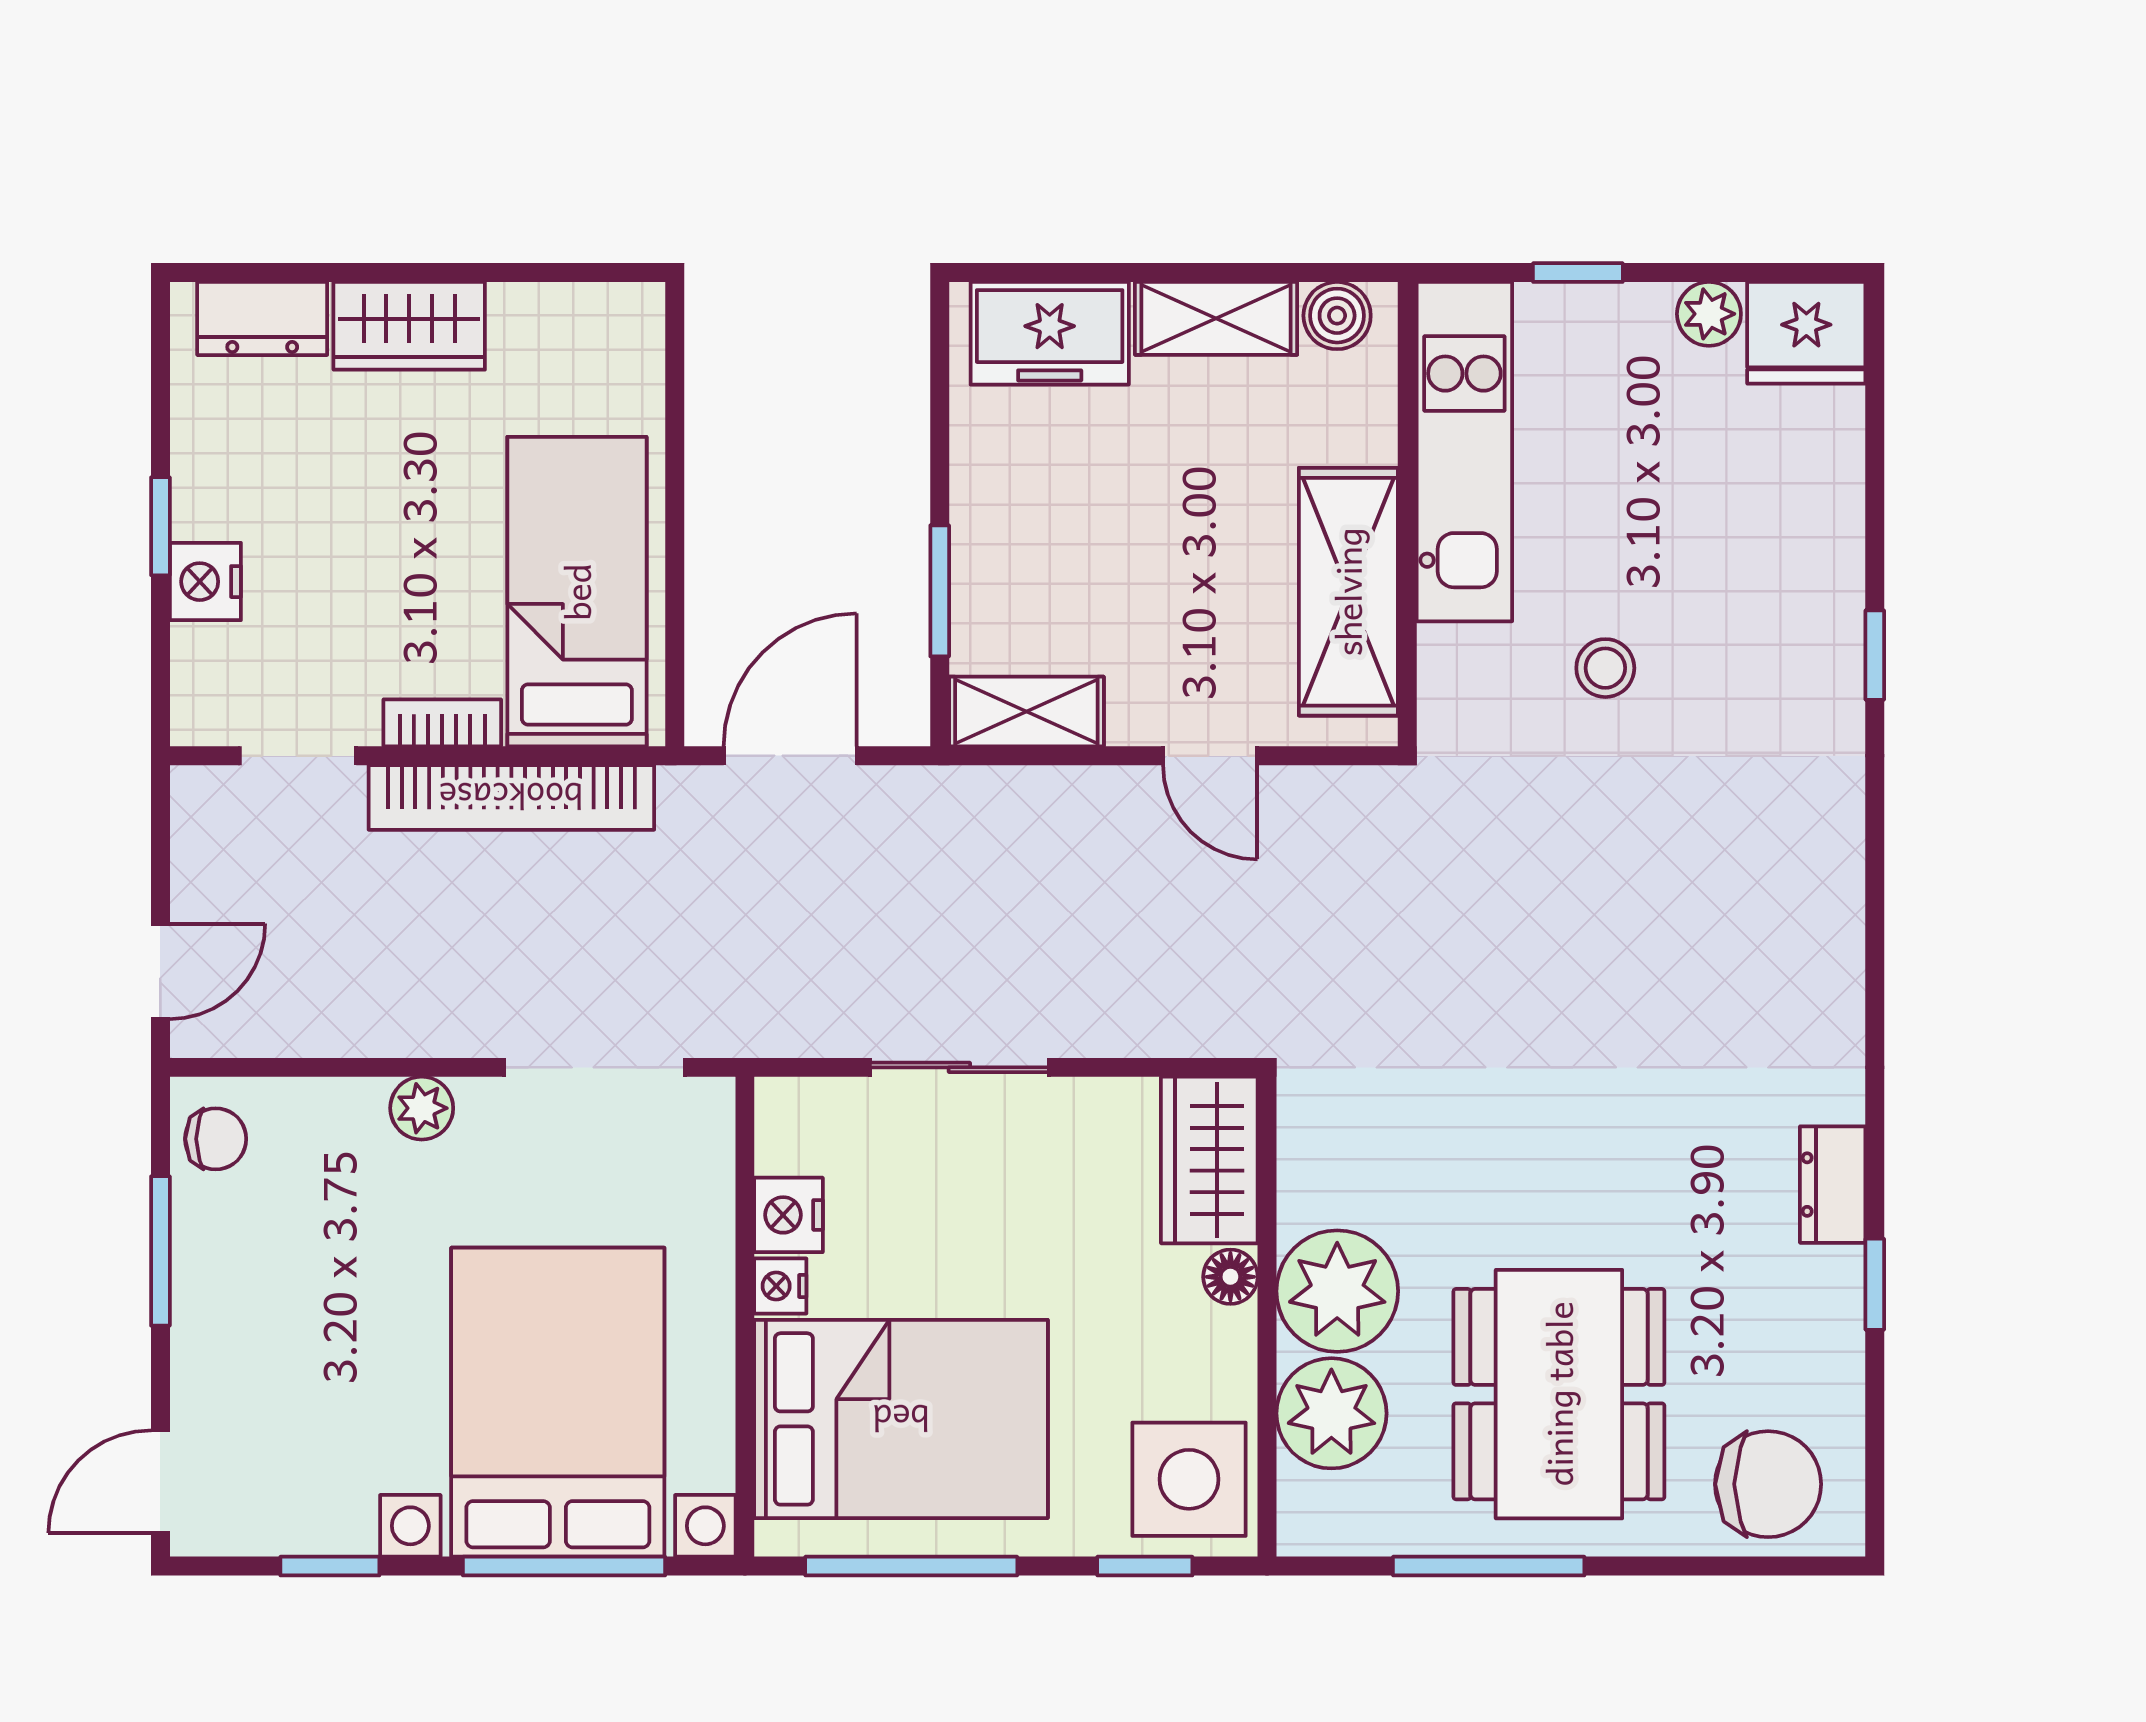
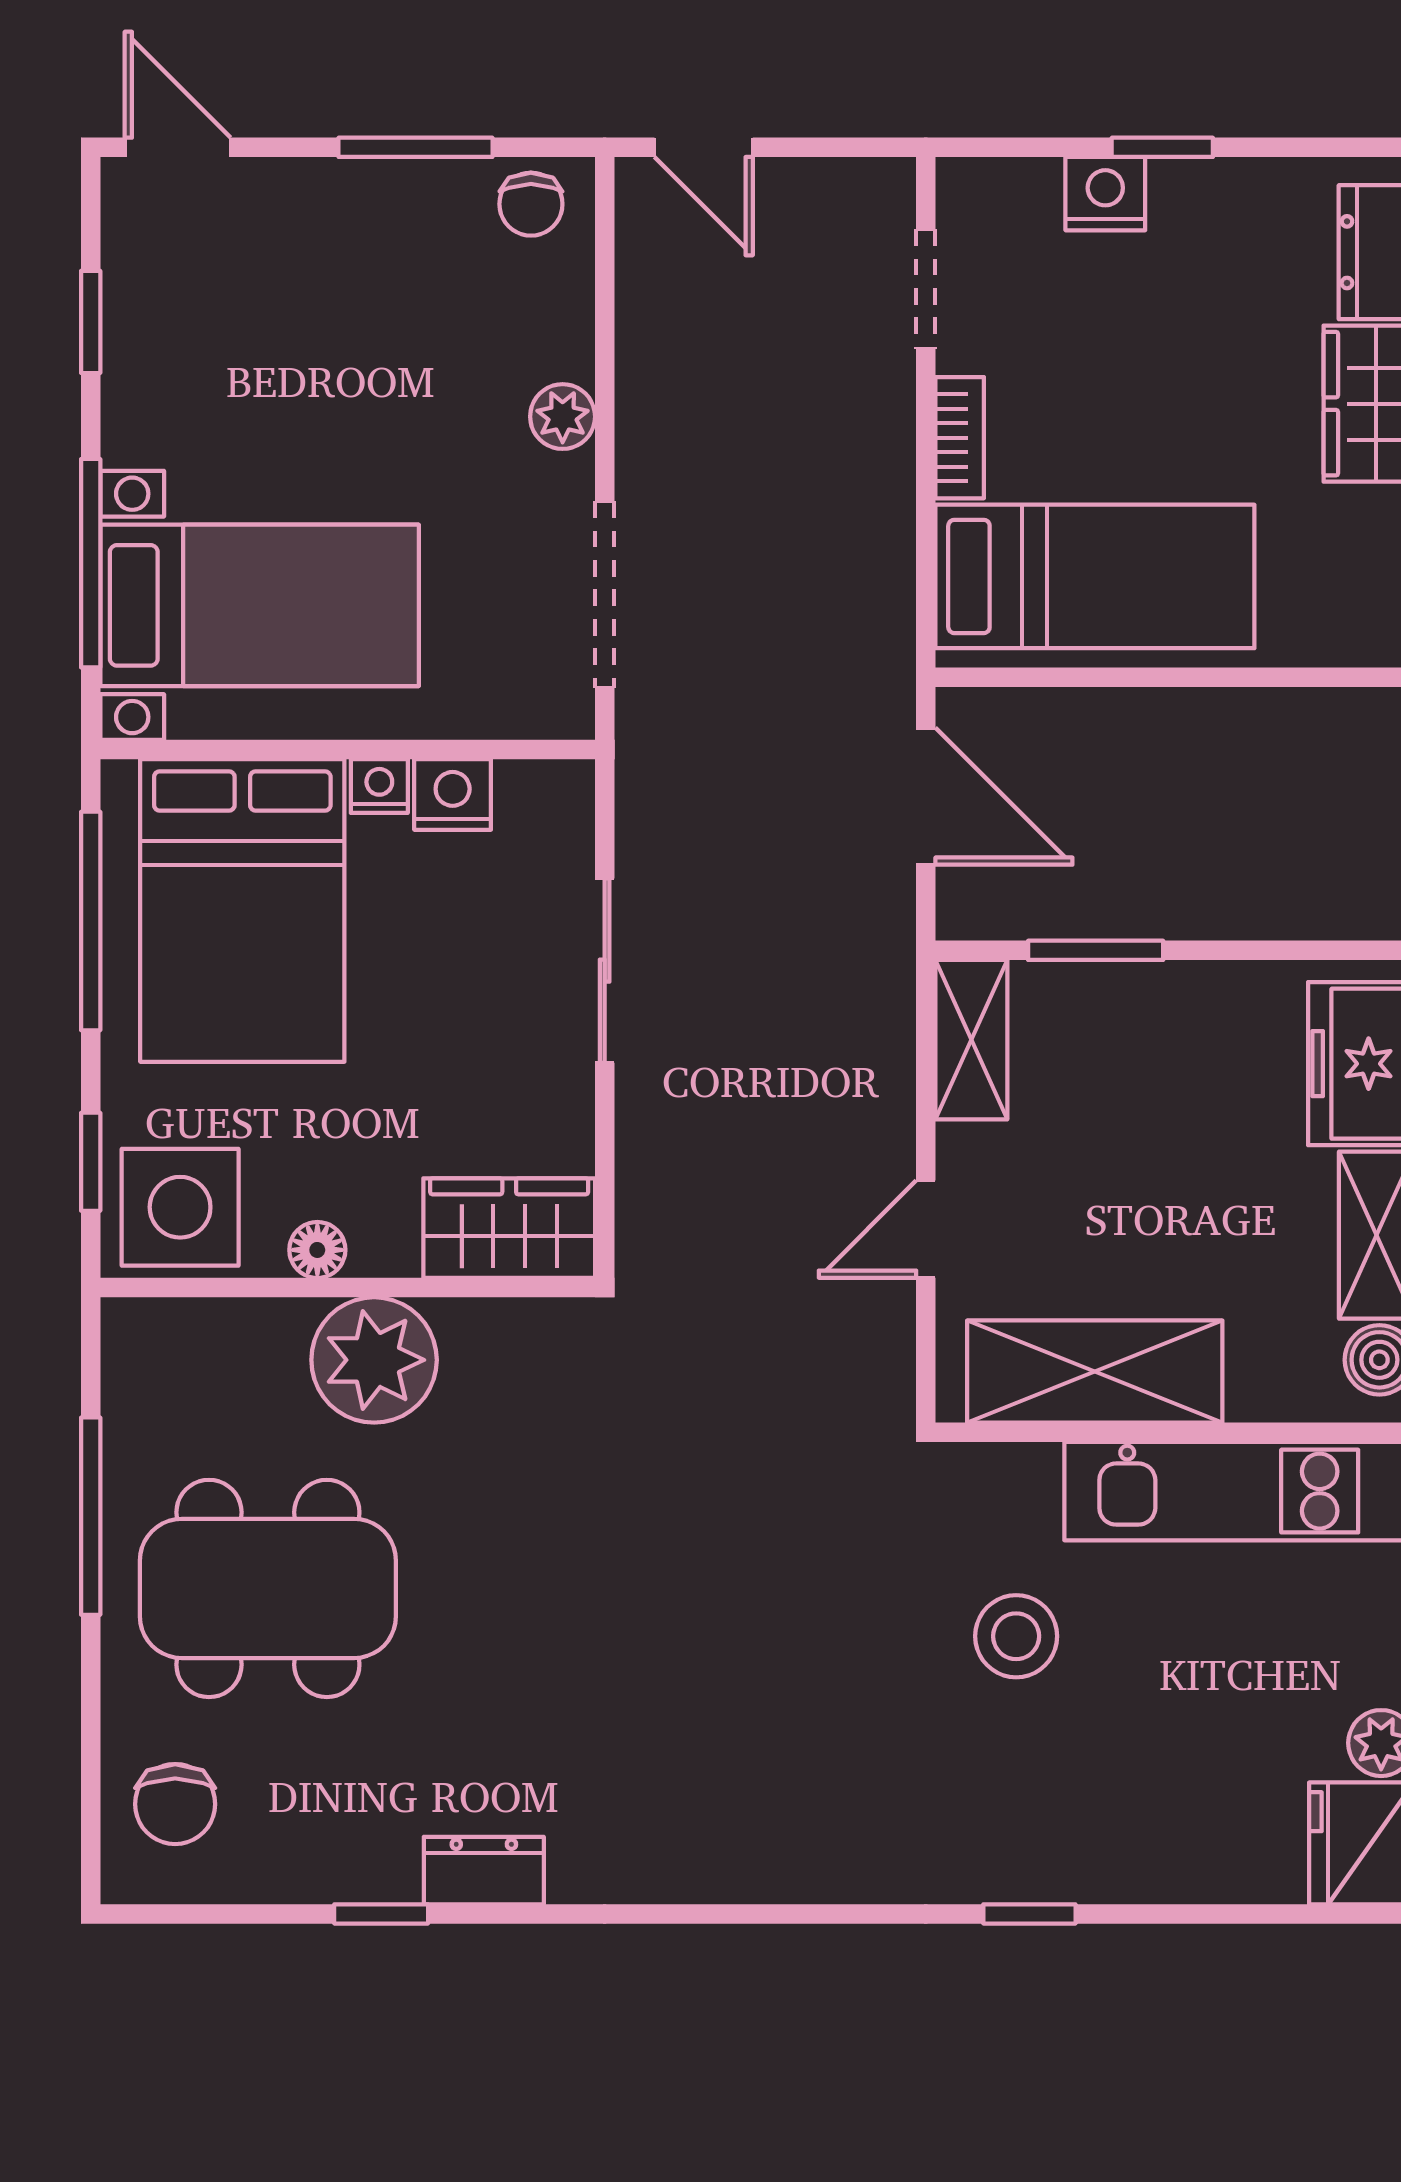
stool: (1605, 668) -> (1016, 1636), width x1.37, depth x1.37
bookcase: (511, 797) -> (883, 509), removed
floor lamp: (1230, 1277) -> (317, 1250), moved
bed with nightstands: (558, 1402) -> (260, 605), width x0.73
plant: (1331, 1413) -> (248, 1354), removed
chair: (1768, 1484) -> (175, 1804), width x0.73, depth x0.73

